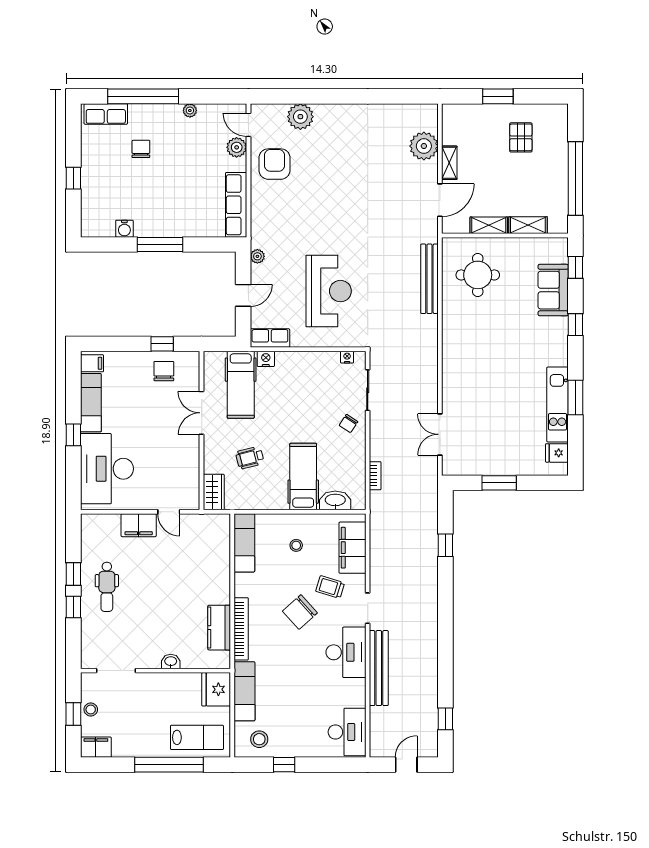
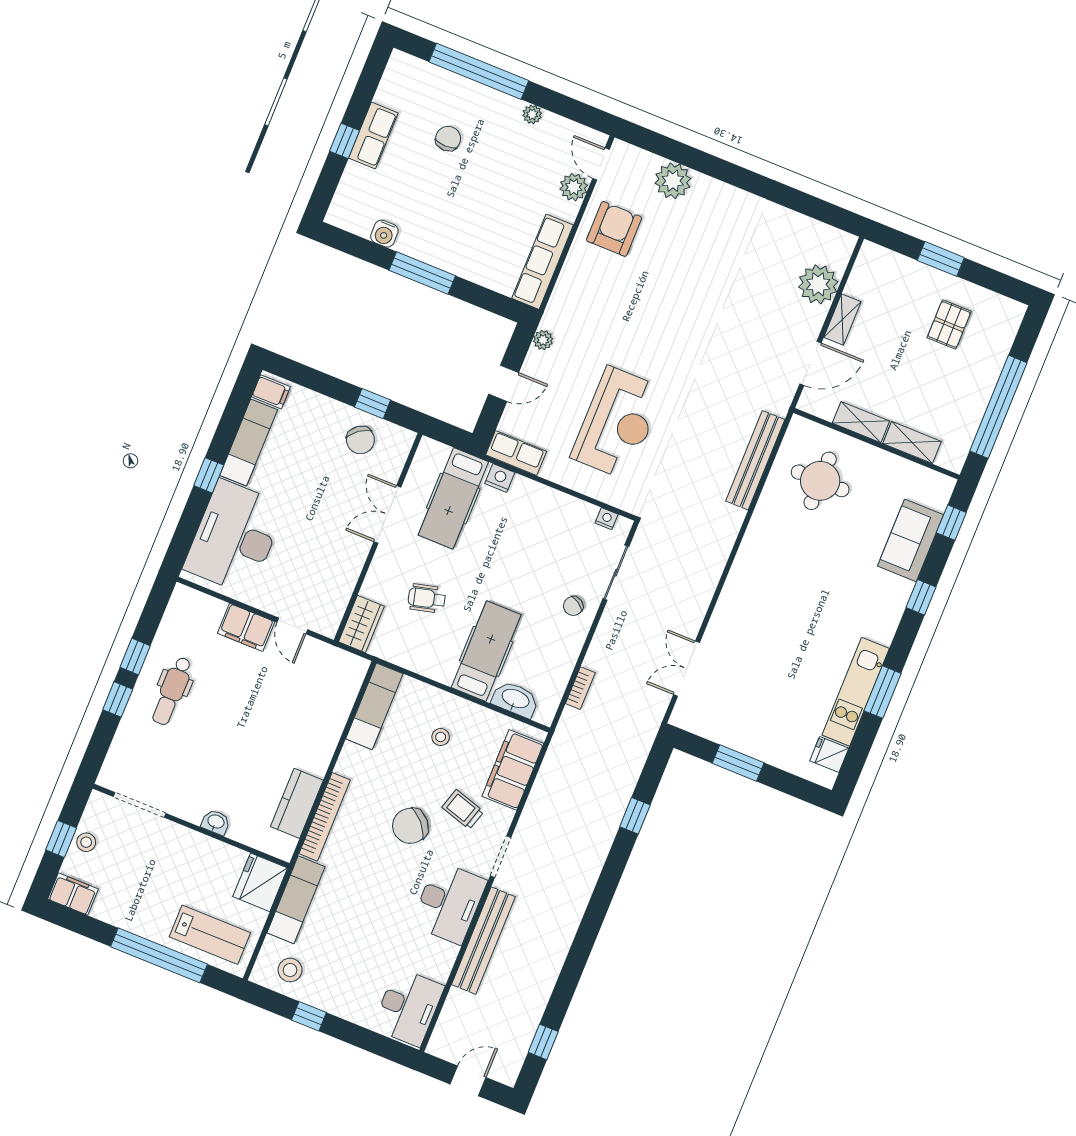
row of seats: (106, 114) -> (373, 136), moved, turned -90
chair: (164, 371) -> (360, 440), turned 143

